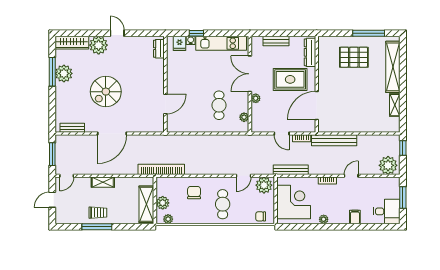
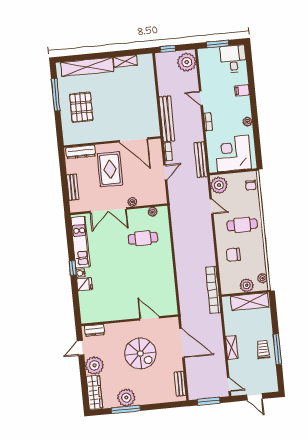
dresser: (159, 49) -> (94, 330), moved
wall: (165, 84) -> (130, 320), moved
door: (165, 104) -> (150, 318), moved

